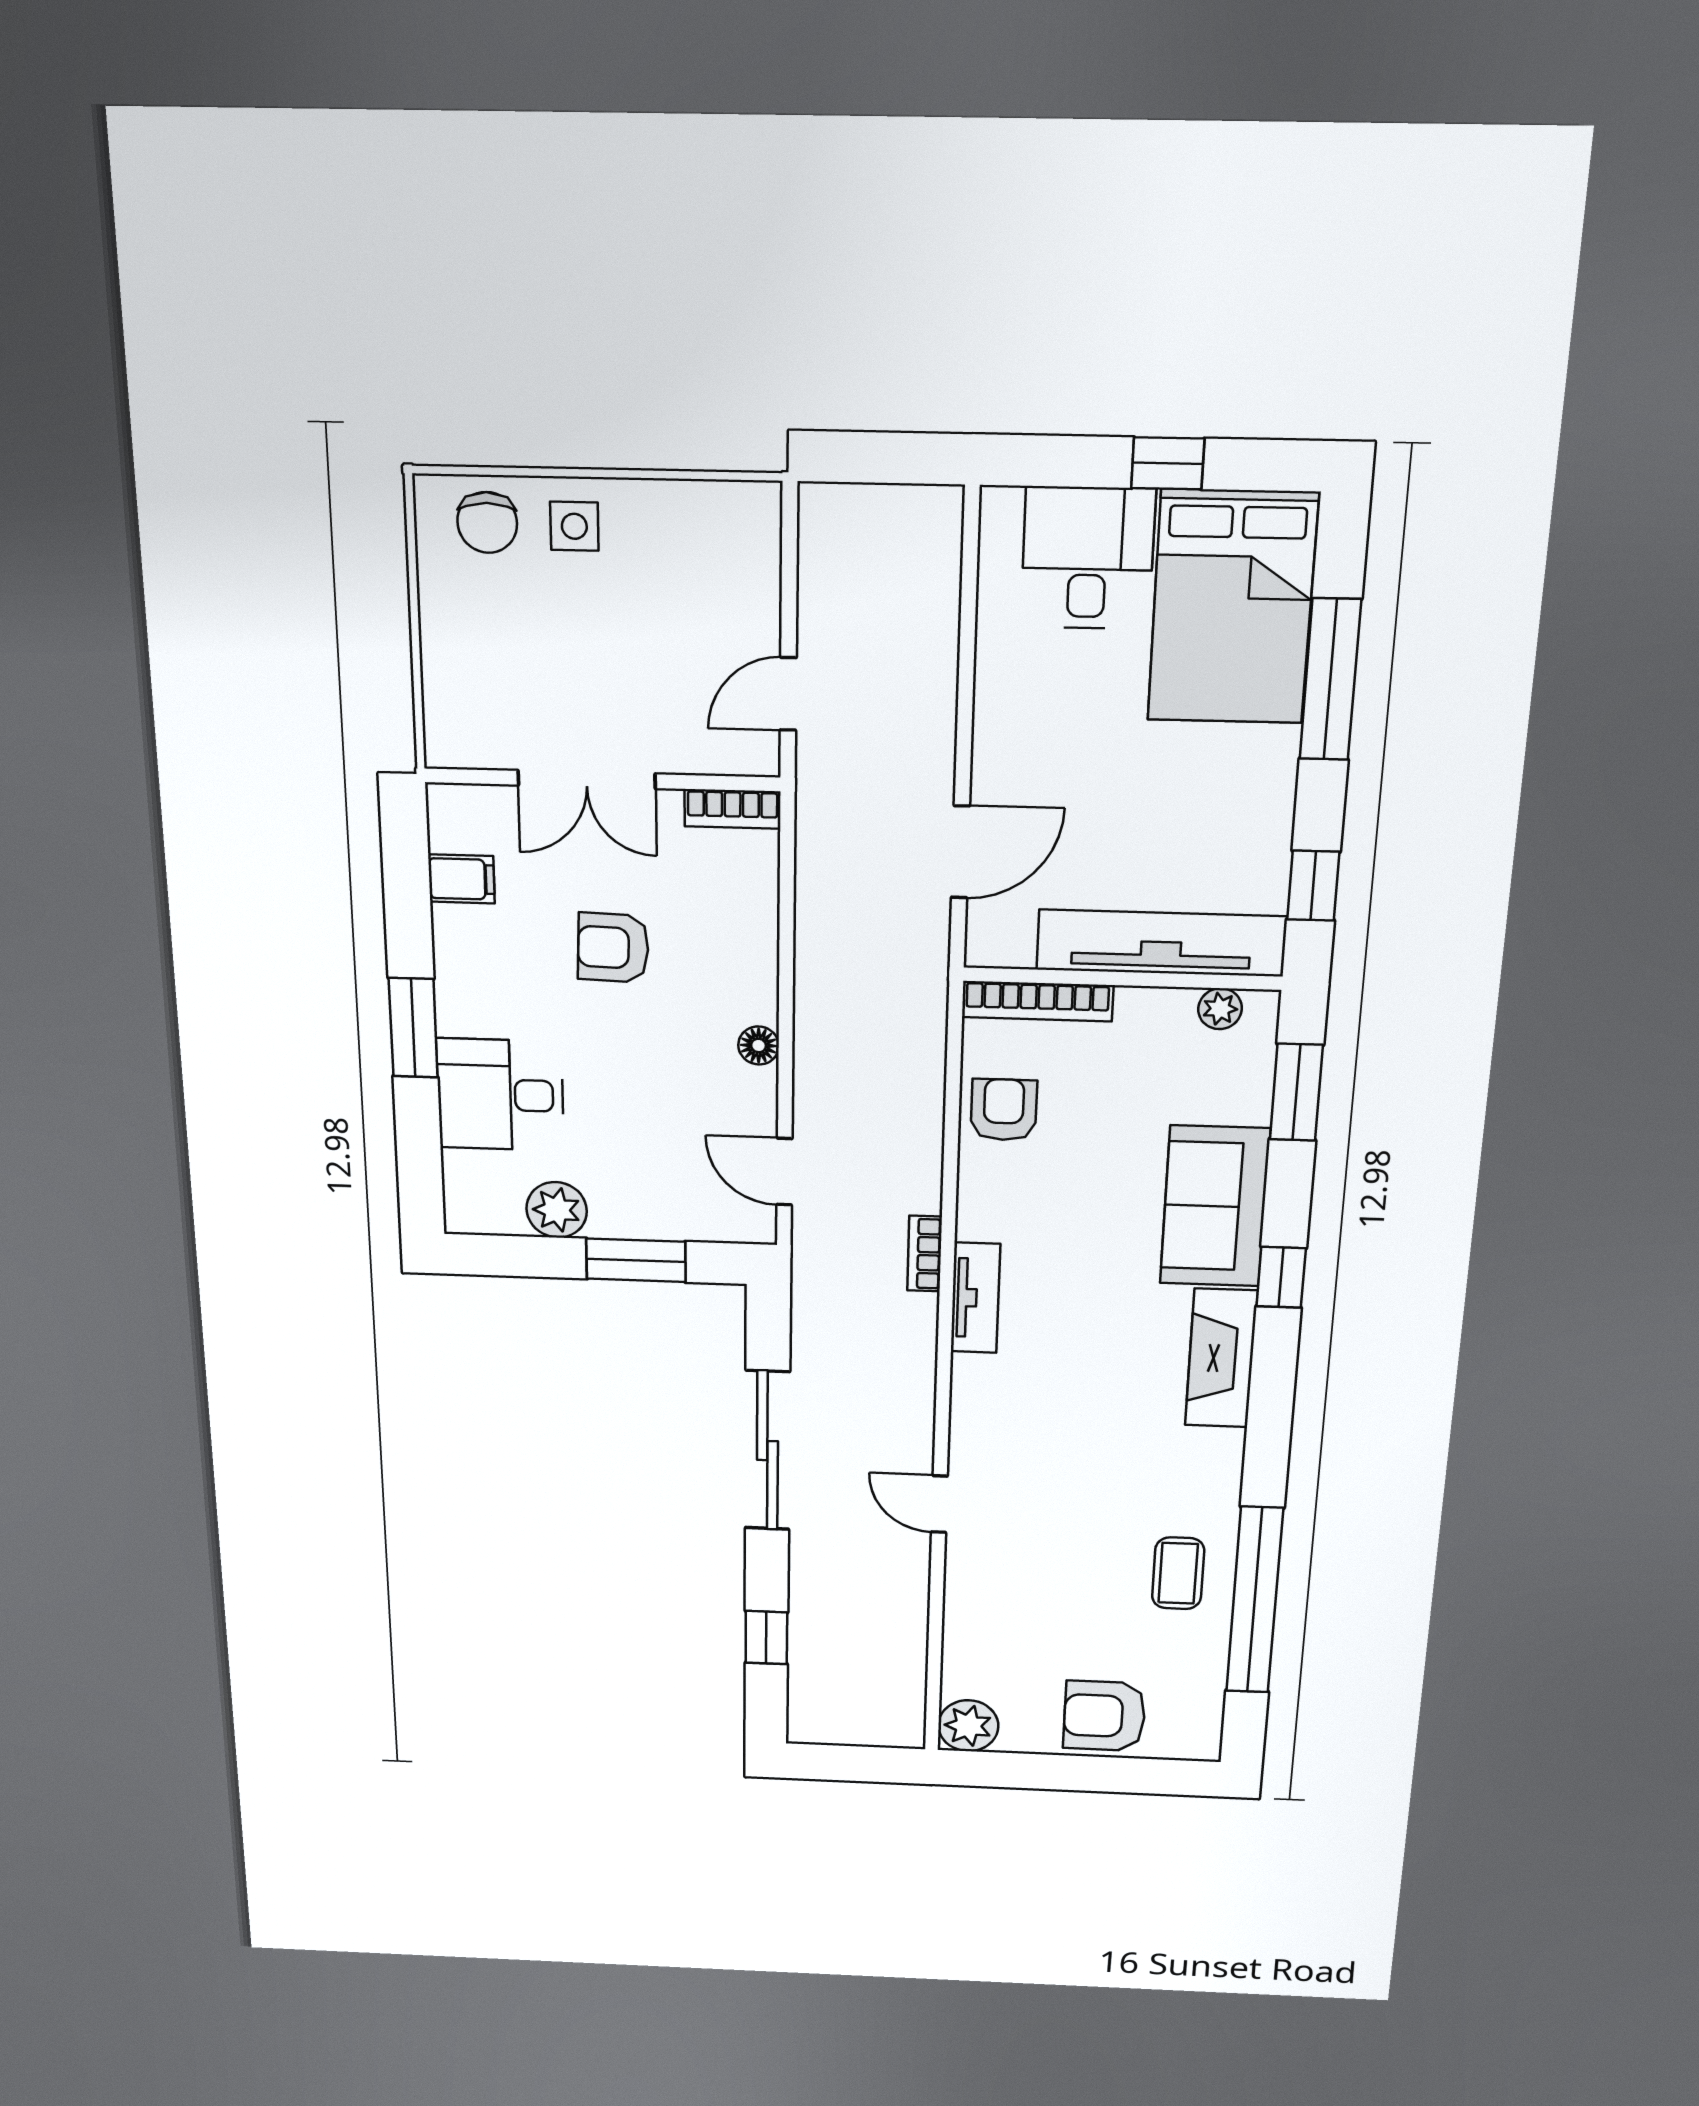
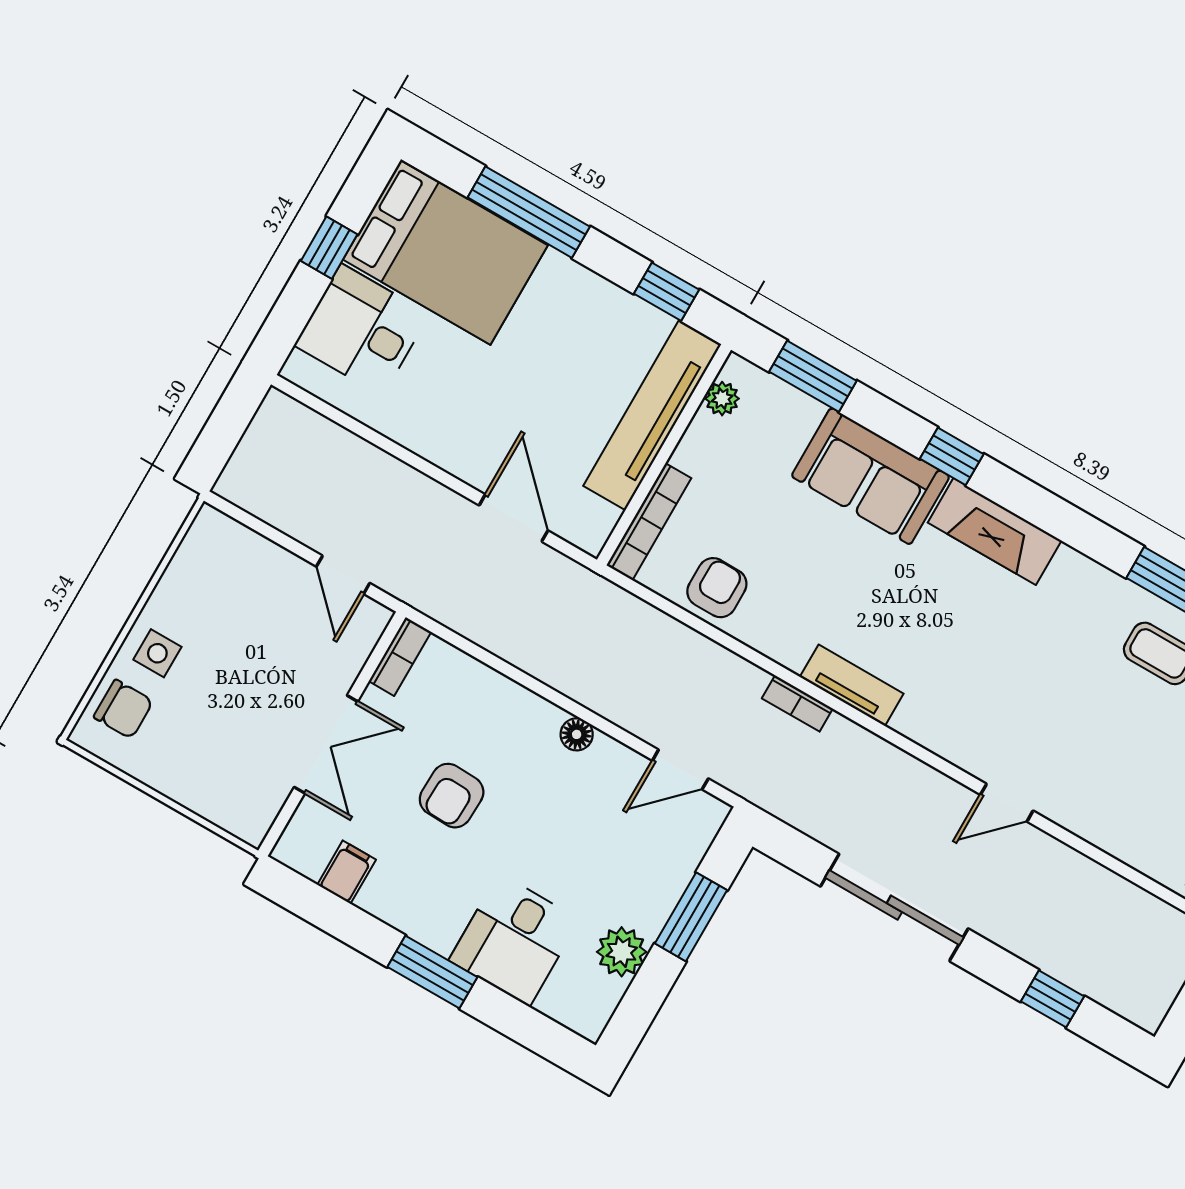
armchair: (1004, 1110) -> (717, 588), turned 90

